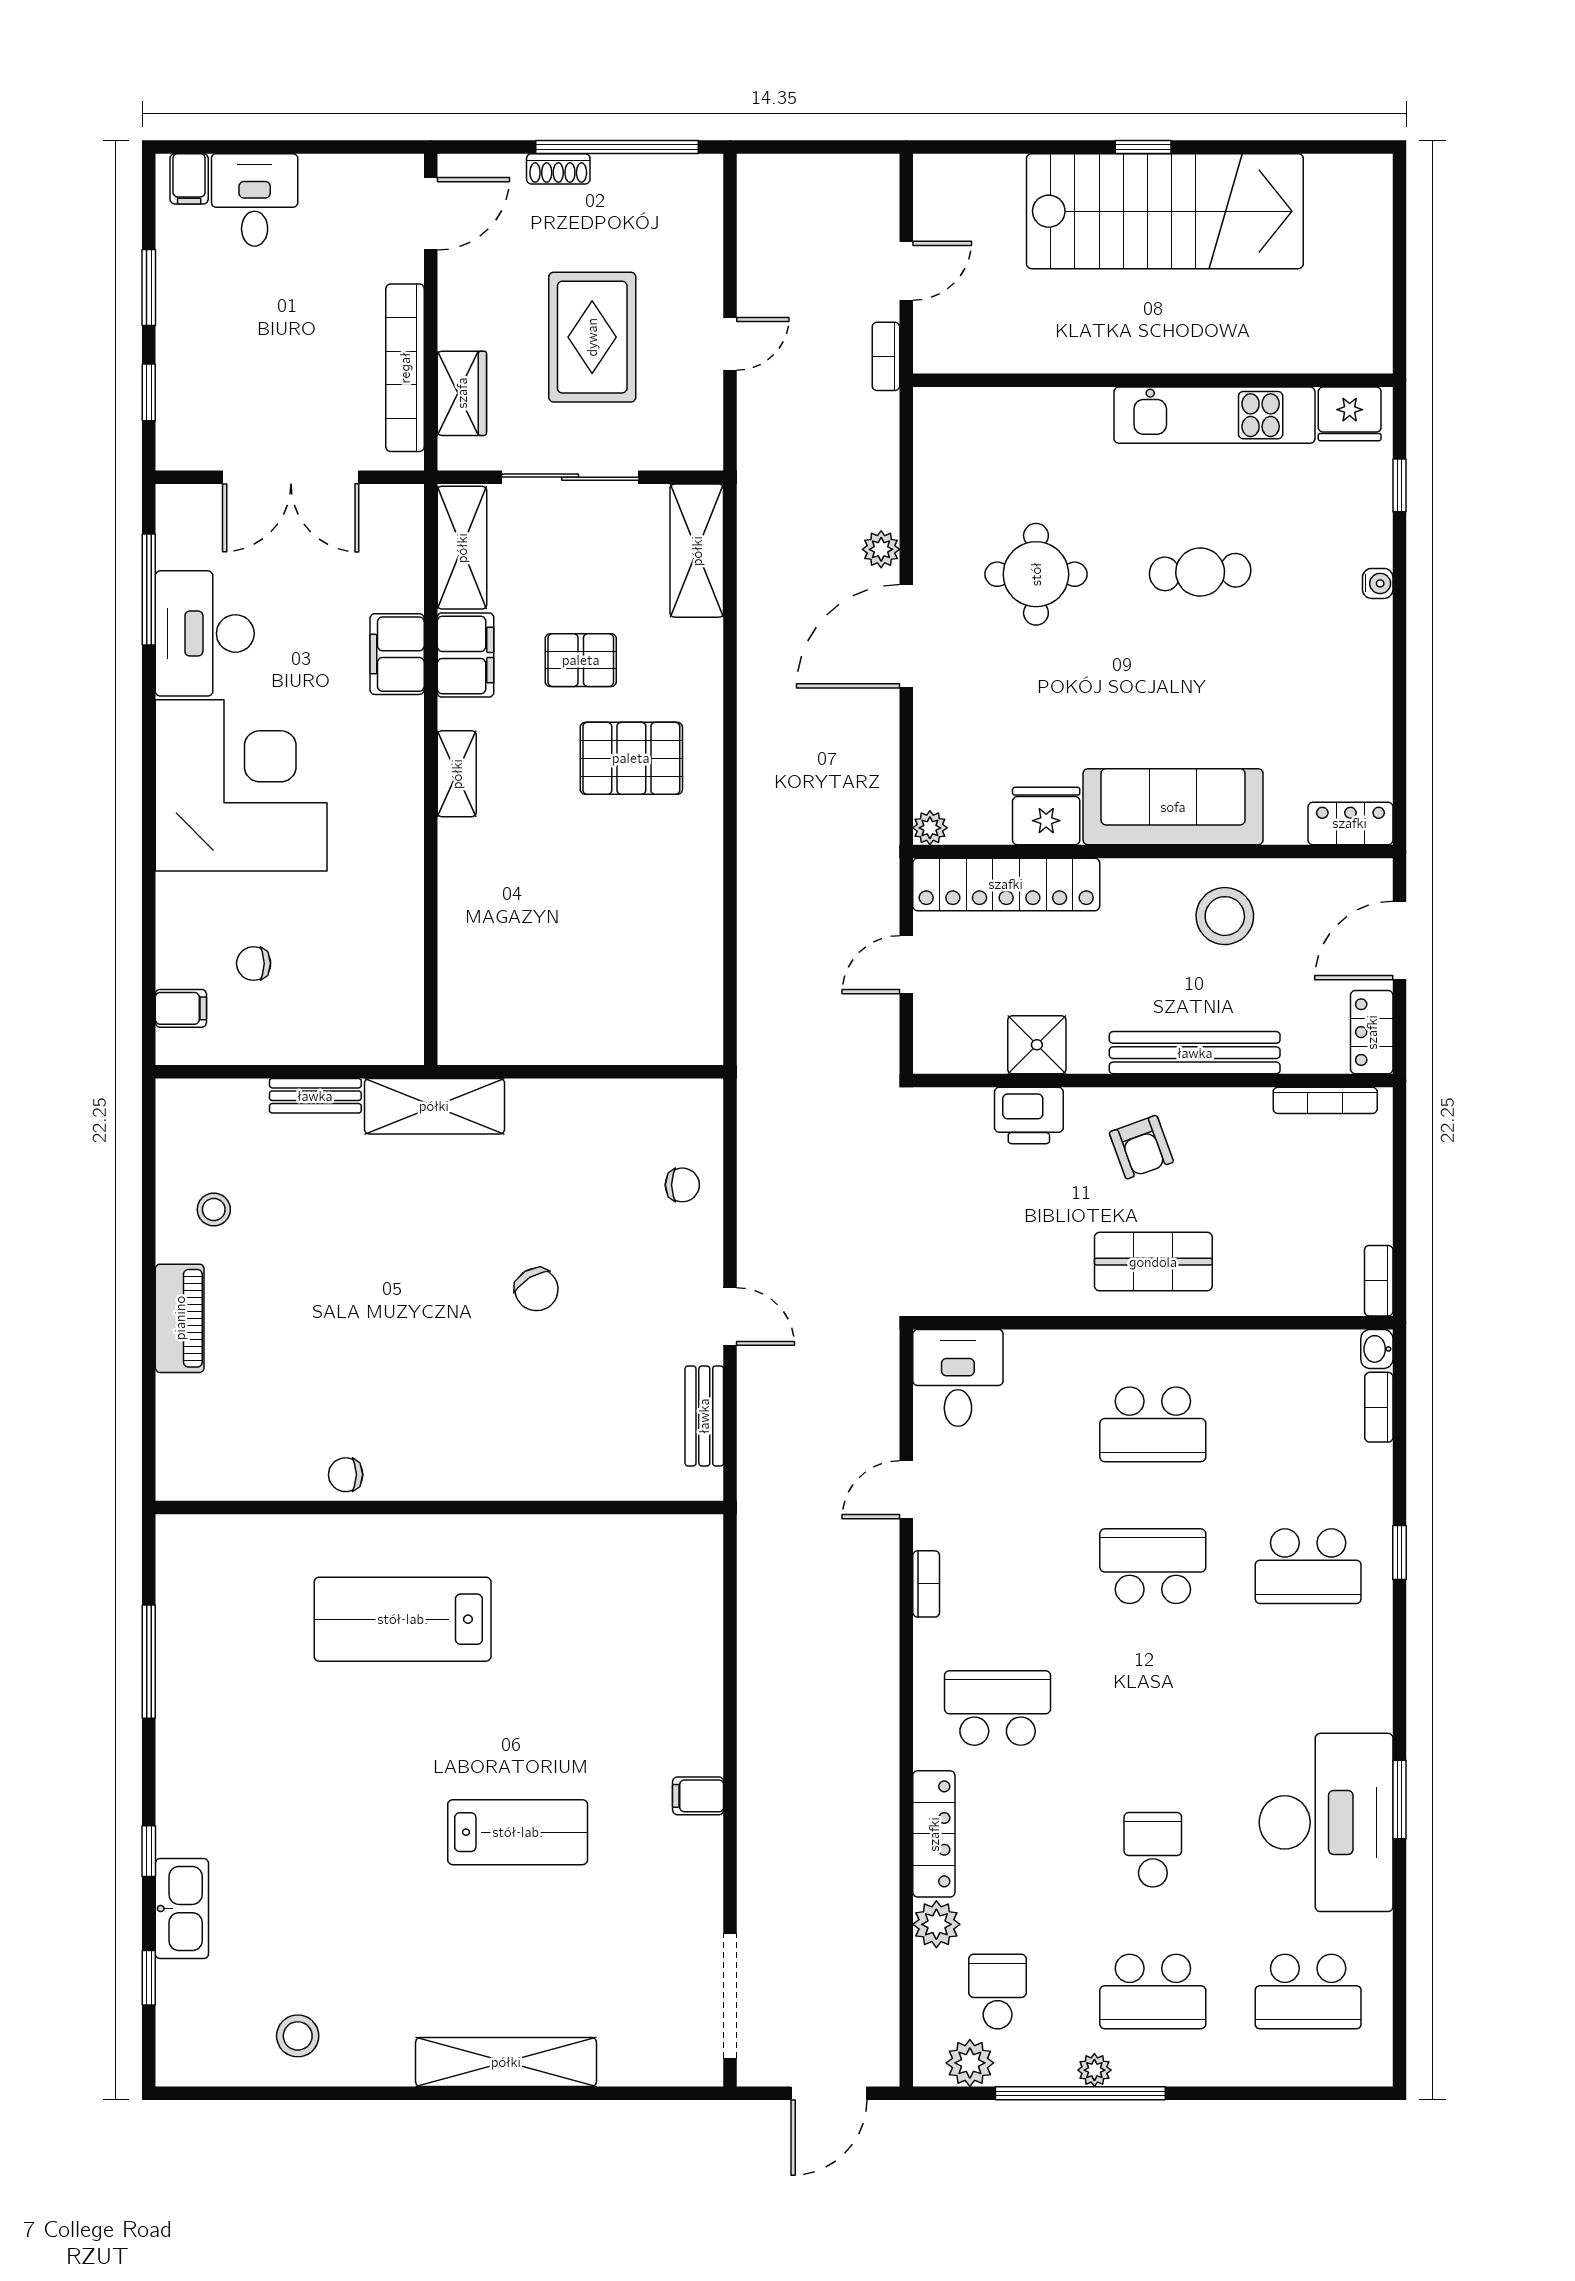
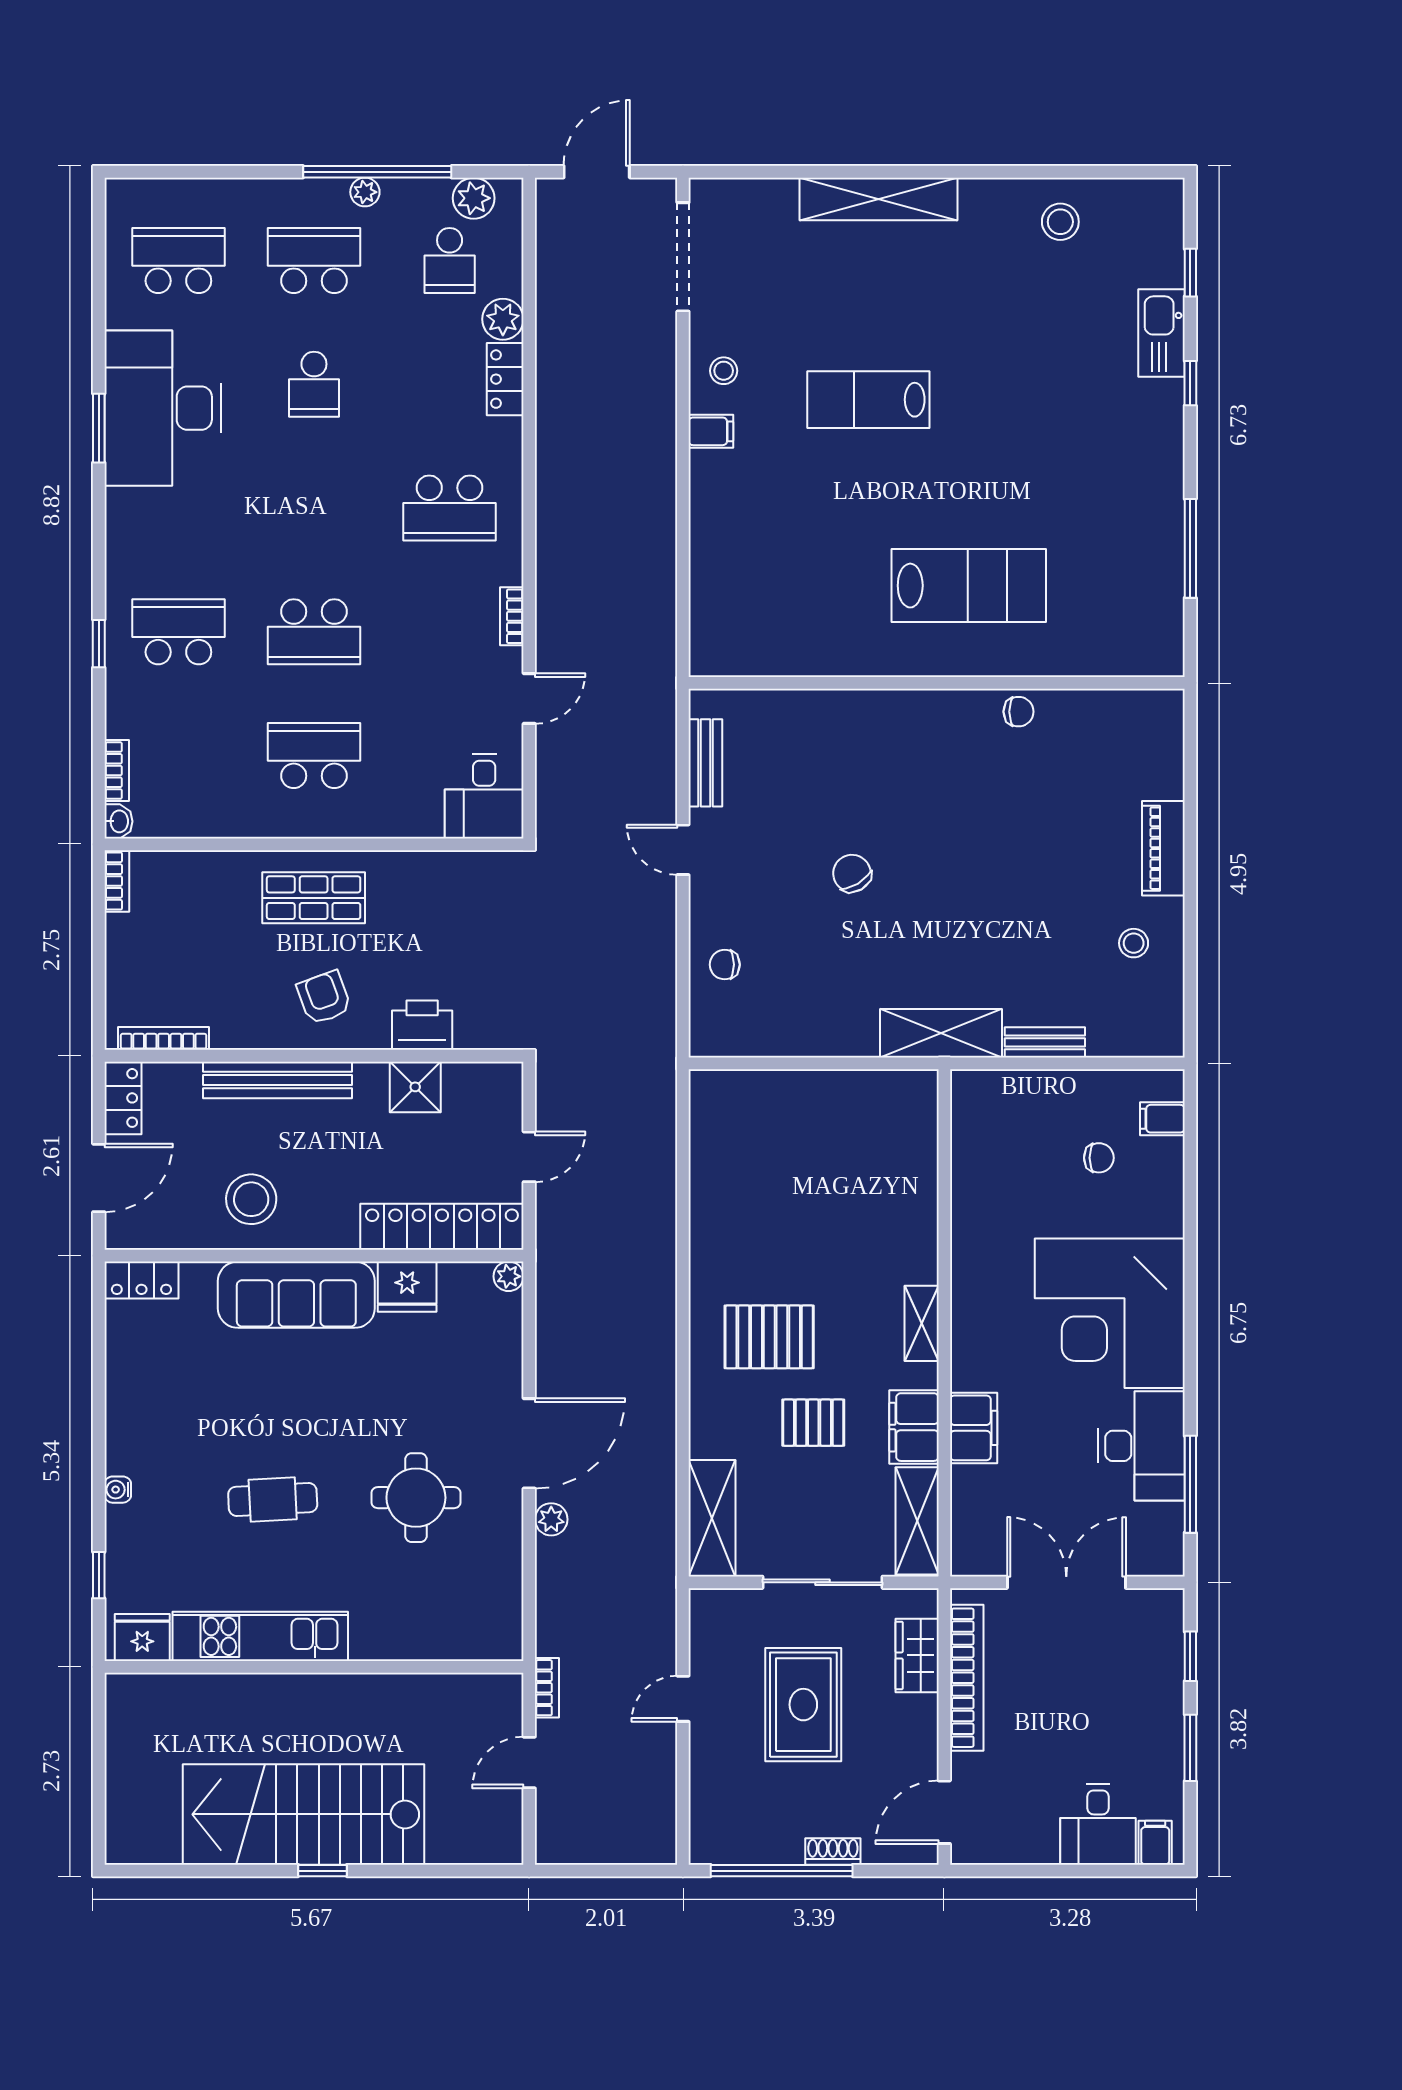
locker: (934, 1834) -> (505, 379), width x0.66
stool: (684, 1865) -> (724, 371), added

